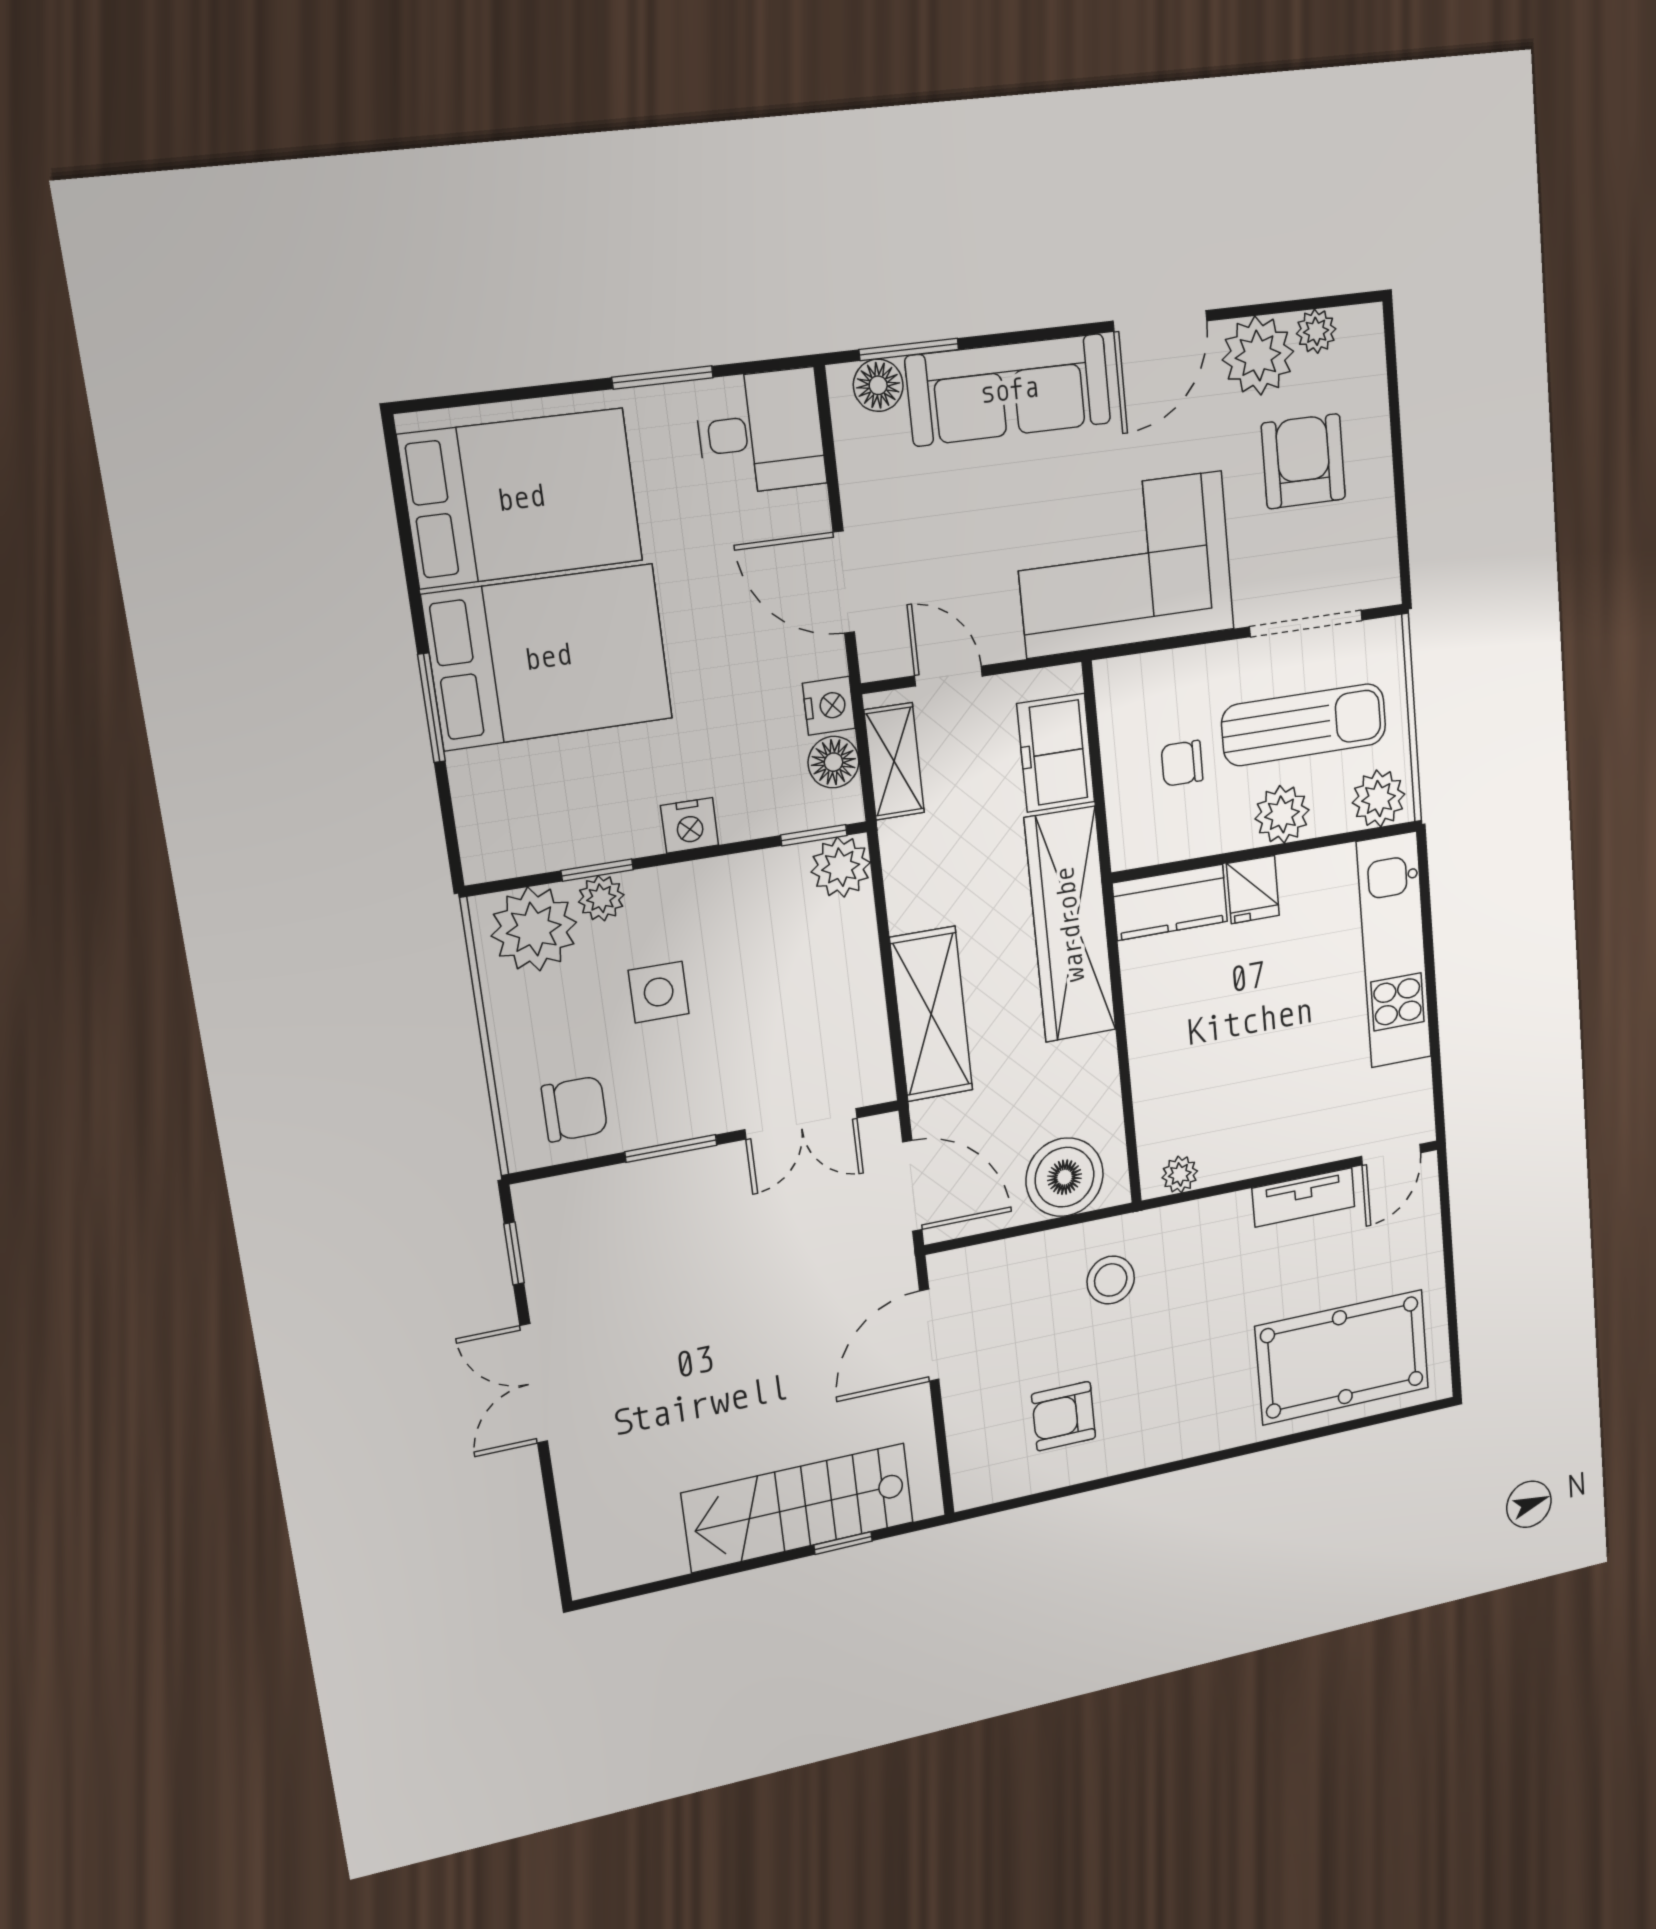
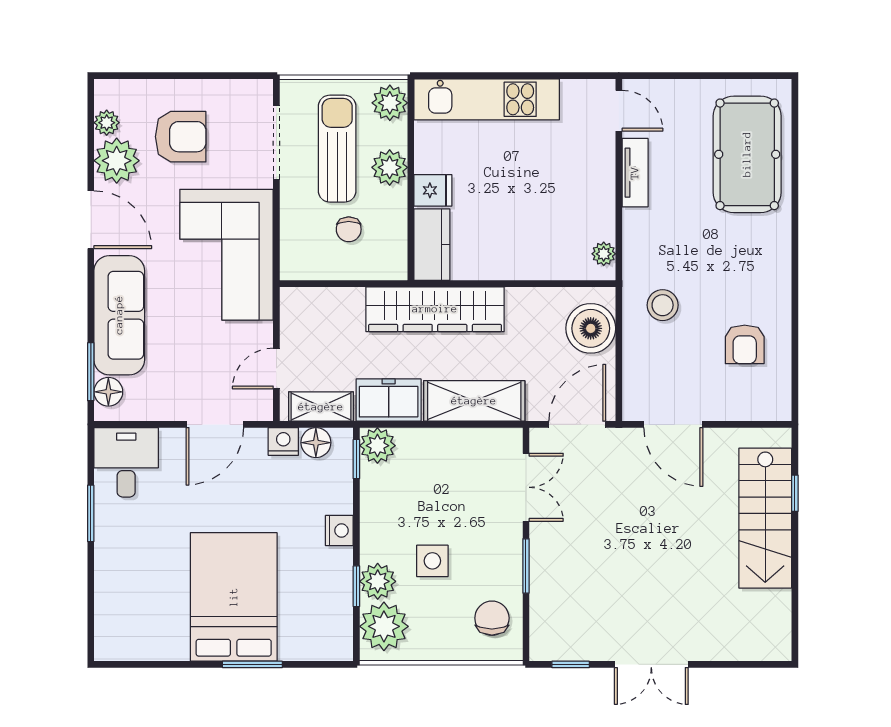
armchair: (1303, 461) -> (181, 137), turned 180
bed: (521, 498) -> (146, 600), removed
freezer: (1056, 753) -> (389, 400), moved, turned 180
plant: (601, 898) -> (378, 581), width x1.38, depth x1.38

